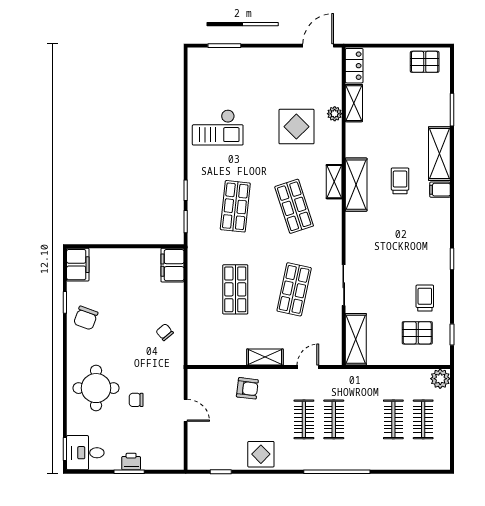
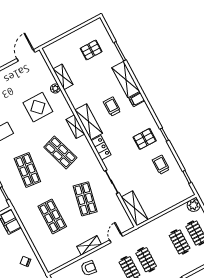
pallet: (425, 62) -> (91, 50), moved
locker: (354, 66) -> (101, 148), moved
pallet: (417, 333) -> (145, 139), moved

